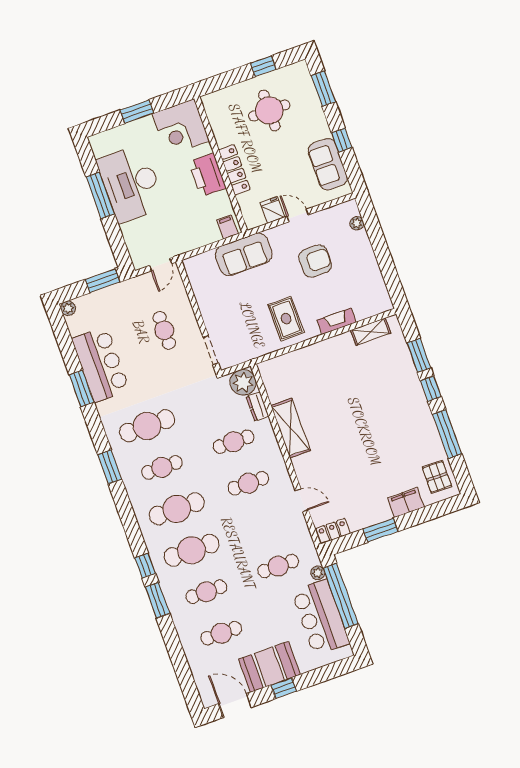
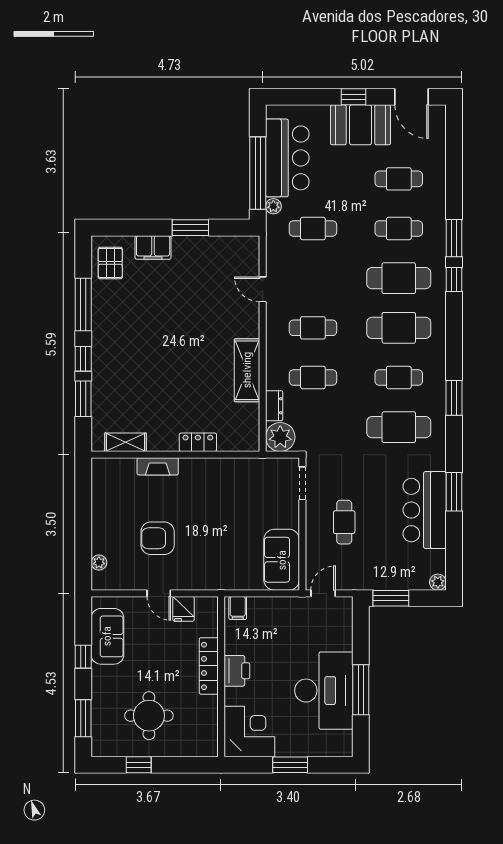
printer: (207, 175) -> (237, 671), width x0.73, depth x0.84
sofa: (244, 254) -> (282, 560), moved, turned -90
rug: (286, 319) -> (210, 488), removed
locker: (333, 531) -> (198, 442), moved, turned 180

